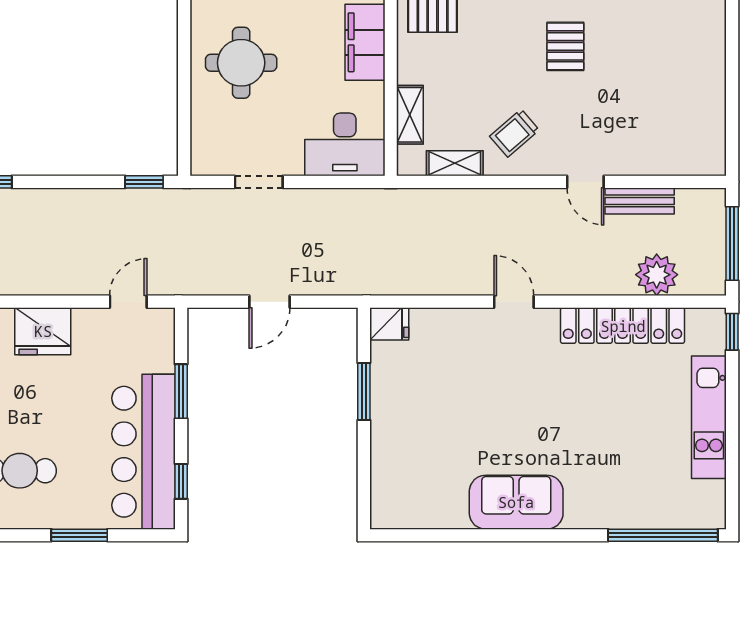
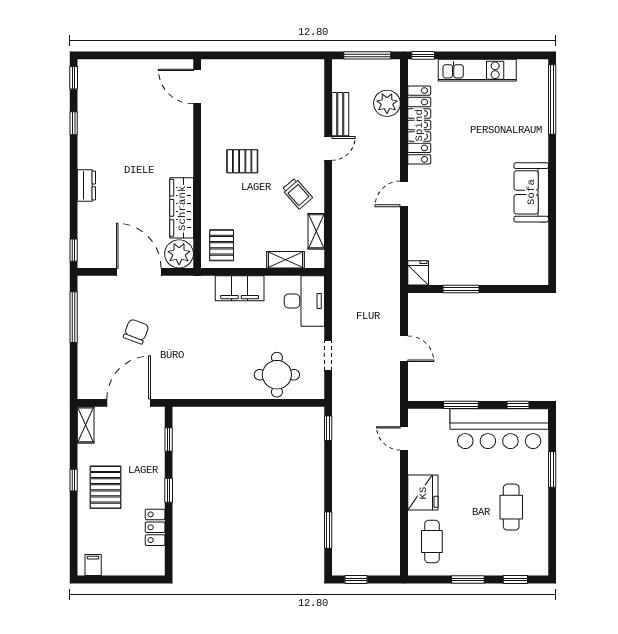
round table: (241, 63) -> (277, 375), moved

